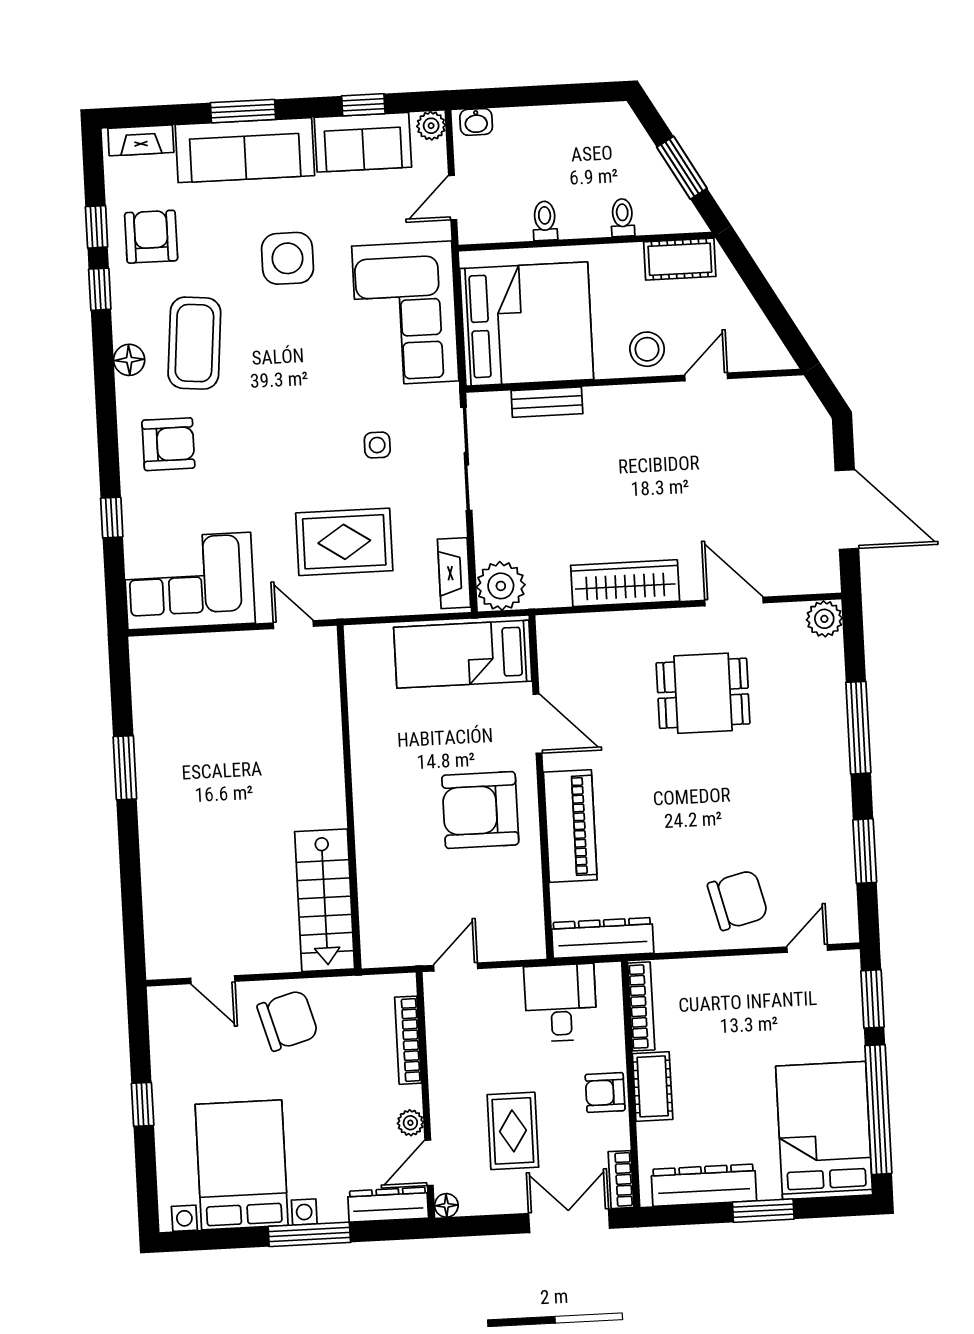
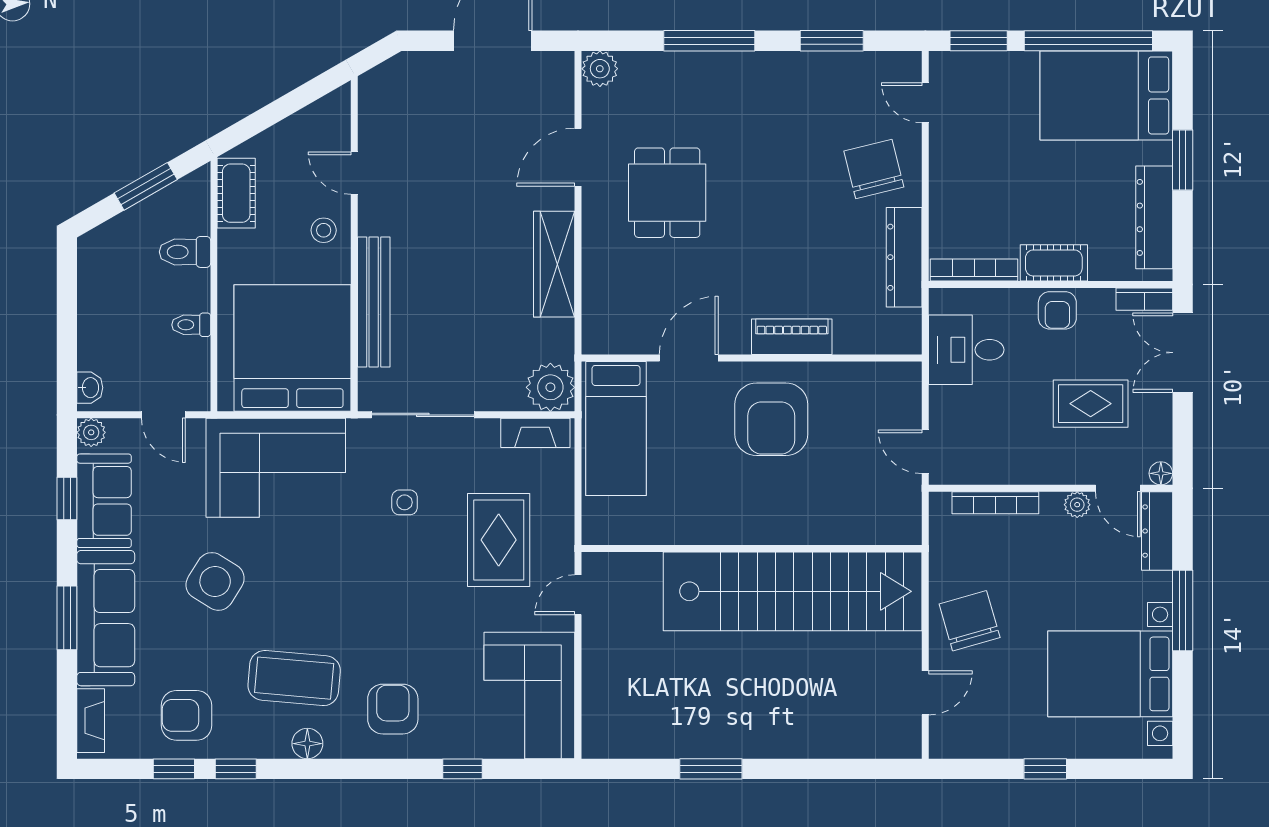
toilet: (622, 218) -> (185, 252), width x1.37, depth x1.39
side table: (288, 258) -> (215, 581), turned 32
stool: (647, 349) -> (324, 230), width x0.73, depth x0.73
bench: (547, 402) -> (374, 302), width x1.86, depth x1.21
piano: (570, 826) -> (792, 337), width x0.73, depth x0.75
stairs: (325, 900) -> (793, 591), width x1.86, depth x1.51
dresser: (603, 938) -> (904, 257), moved

